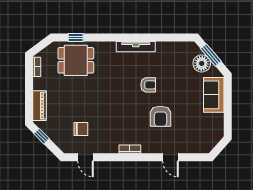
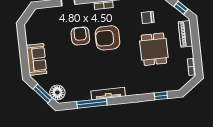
window: (156, 38) -> (92, 103), added
dining table: (76, 60) -> (154, 49), moved, turned 90
floor lamp: (202, 63) -> (57, 92), moved
armchair: (148, 85) -> (108, 38), moved, width x1.88, depth x1.88

